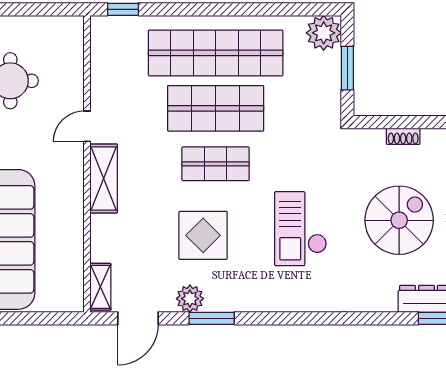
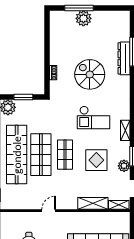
door: (87, 126) -> (49, 211), swing flipped
shelving: (104, 178) -> (93, 203), moved
shelving: (271, 302) -> (125, 130), added

